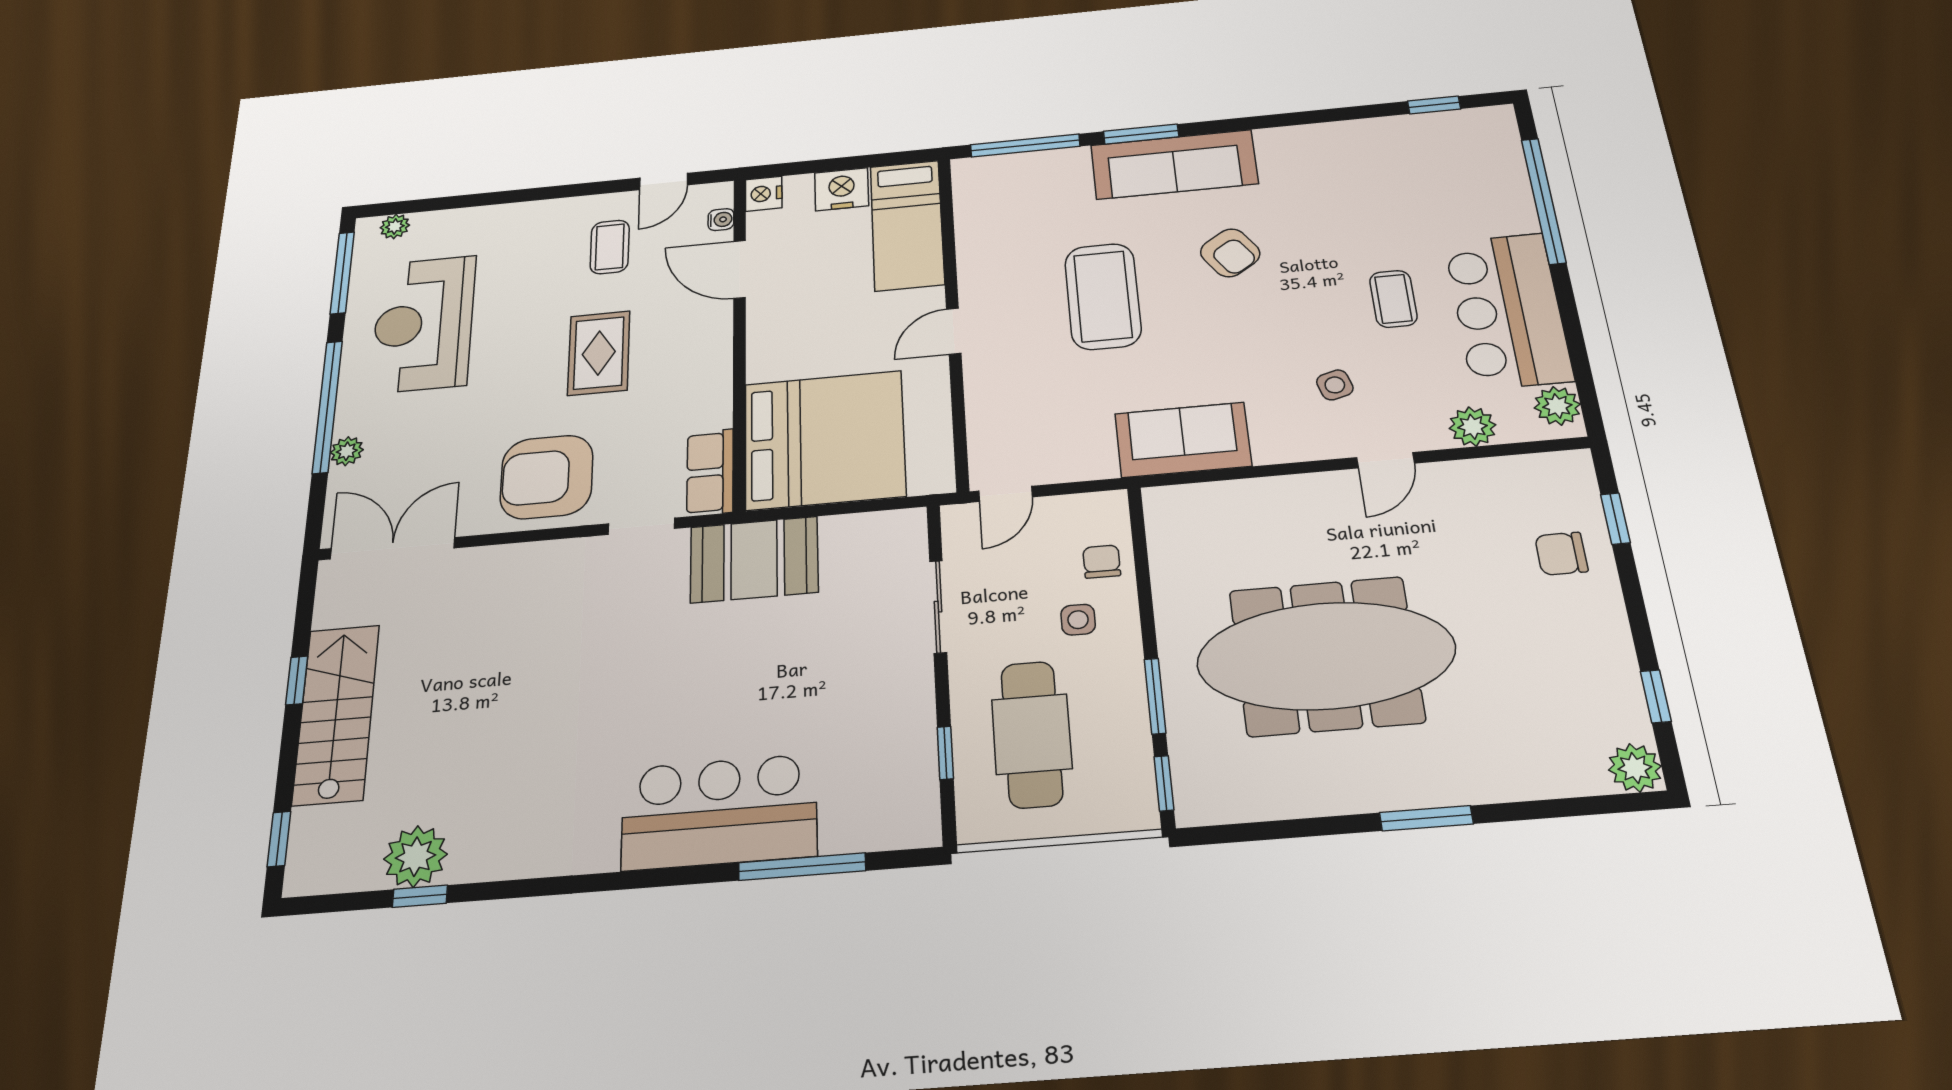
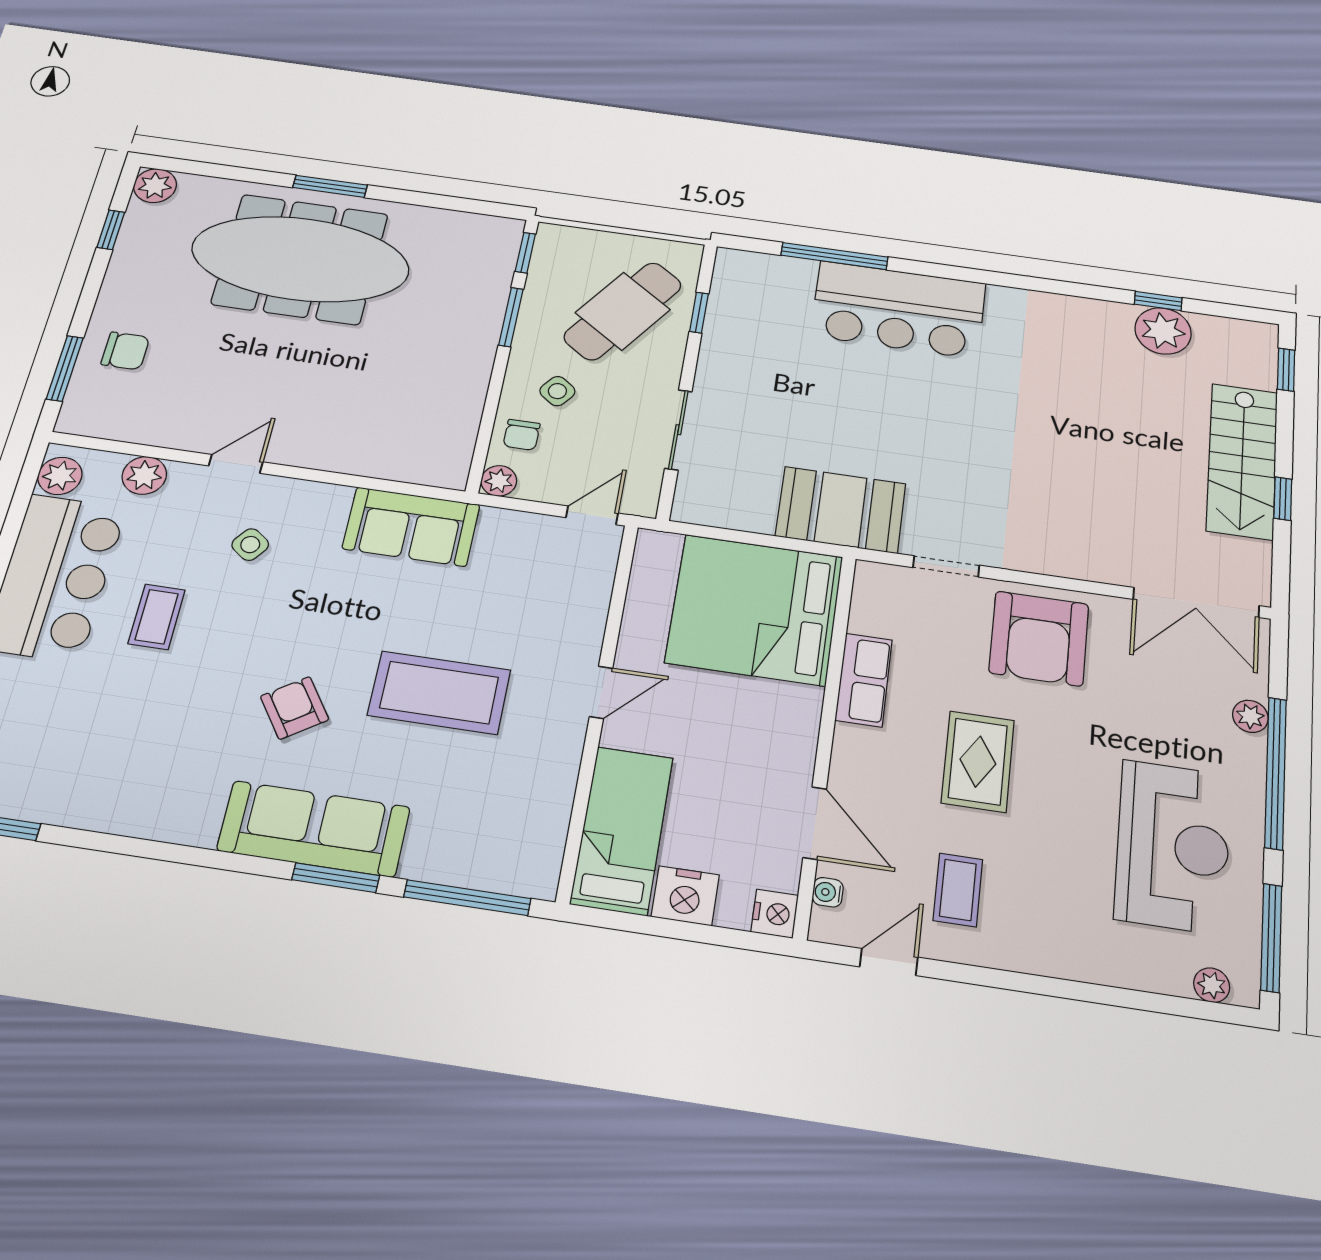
coffee table: (1103, 296) -> (439, 693), turned 90
side table: (1335, 385) -> (250, 545), turned -37
row of seats: (710, 472) -> (864, 680), moved
armchair: (547, 477) -> (1039, 638), turned 90
plant: (1110, 507) -> (499, 481), added
window: (1615, 519) -> (65, 368), width x1.50
side table: (1078, 620) -> (557, 391), turned 37
meeting table: (1326, 656) -> (300, 259), moved
cafe table: (1032, 734) -> (623, 311), turned 35

